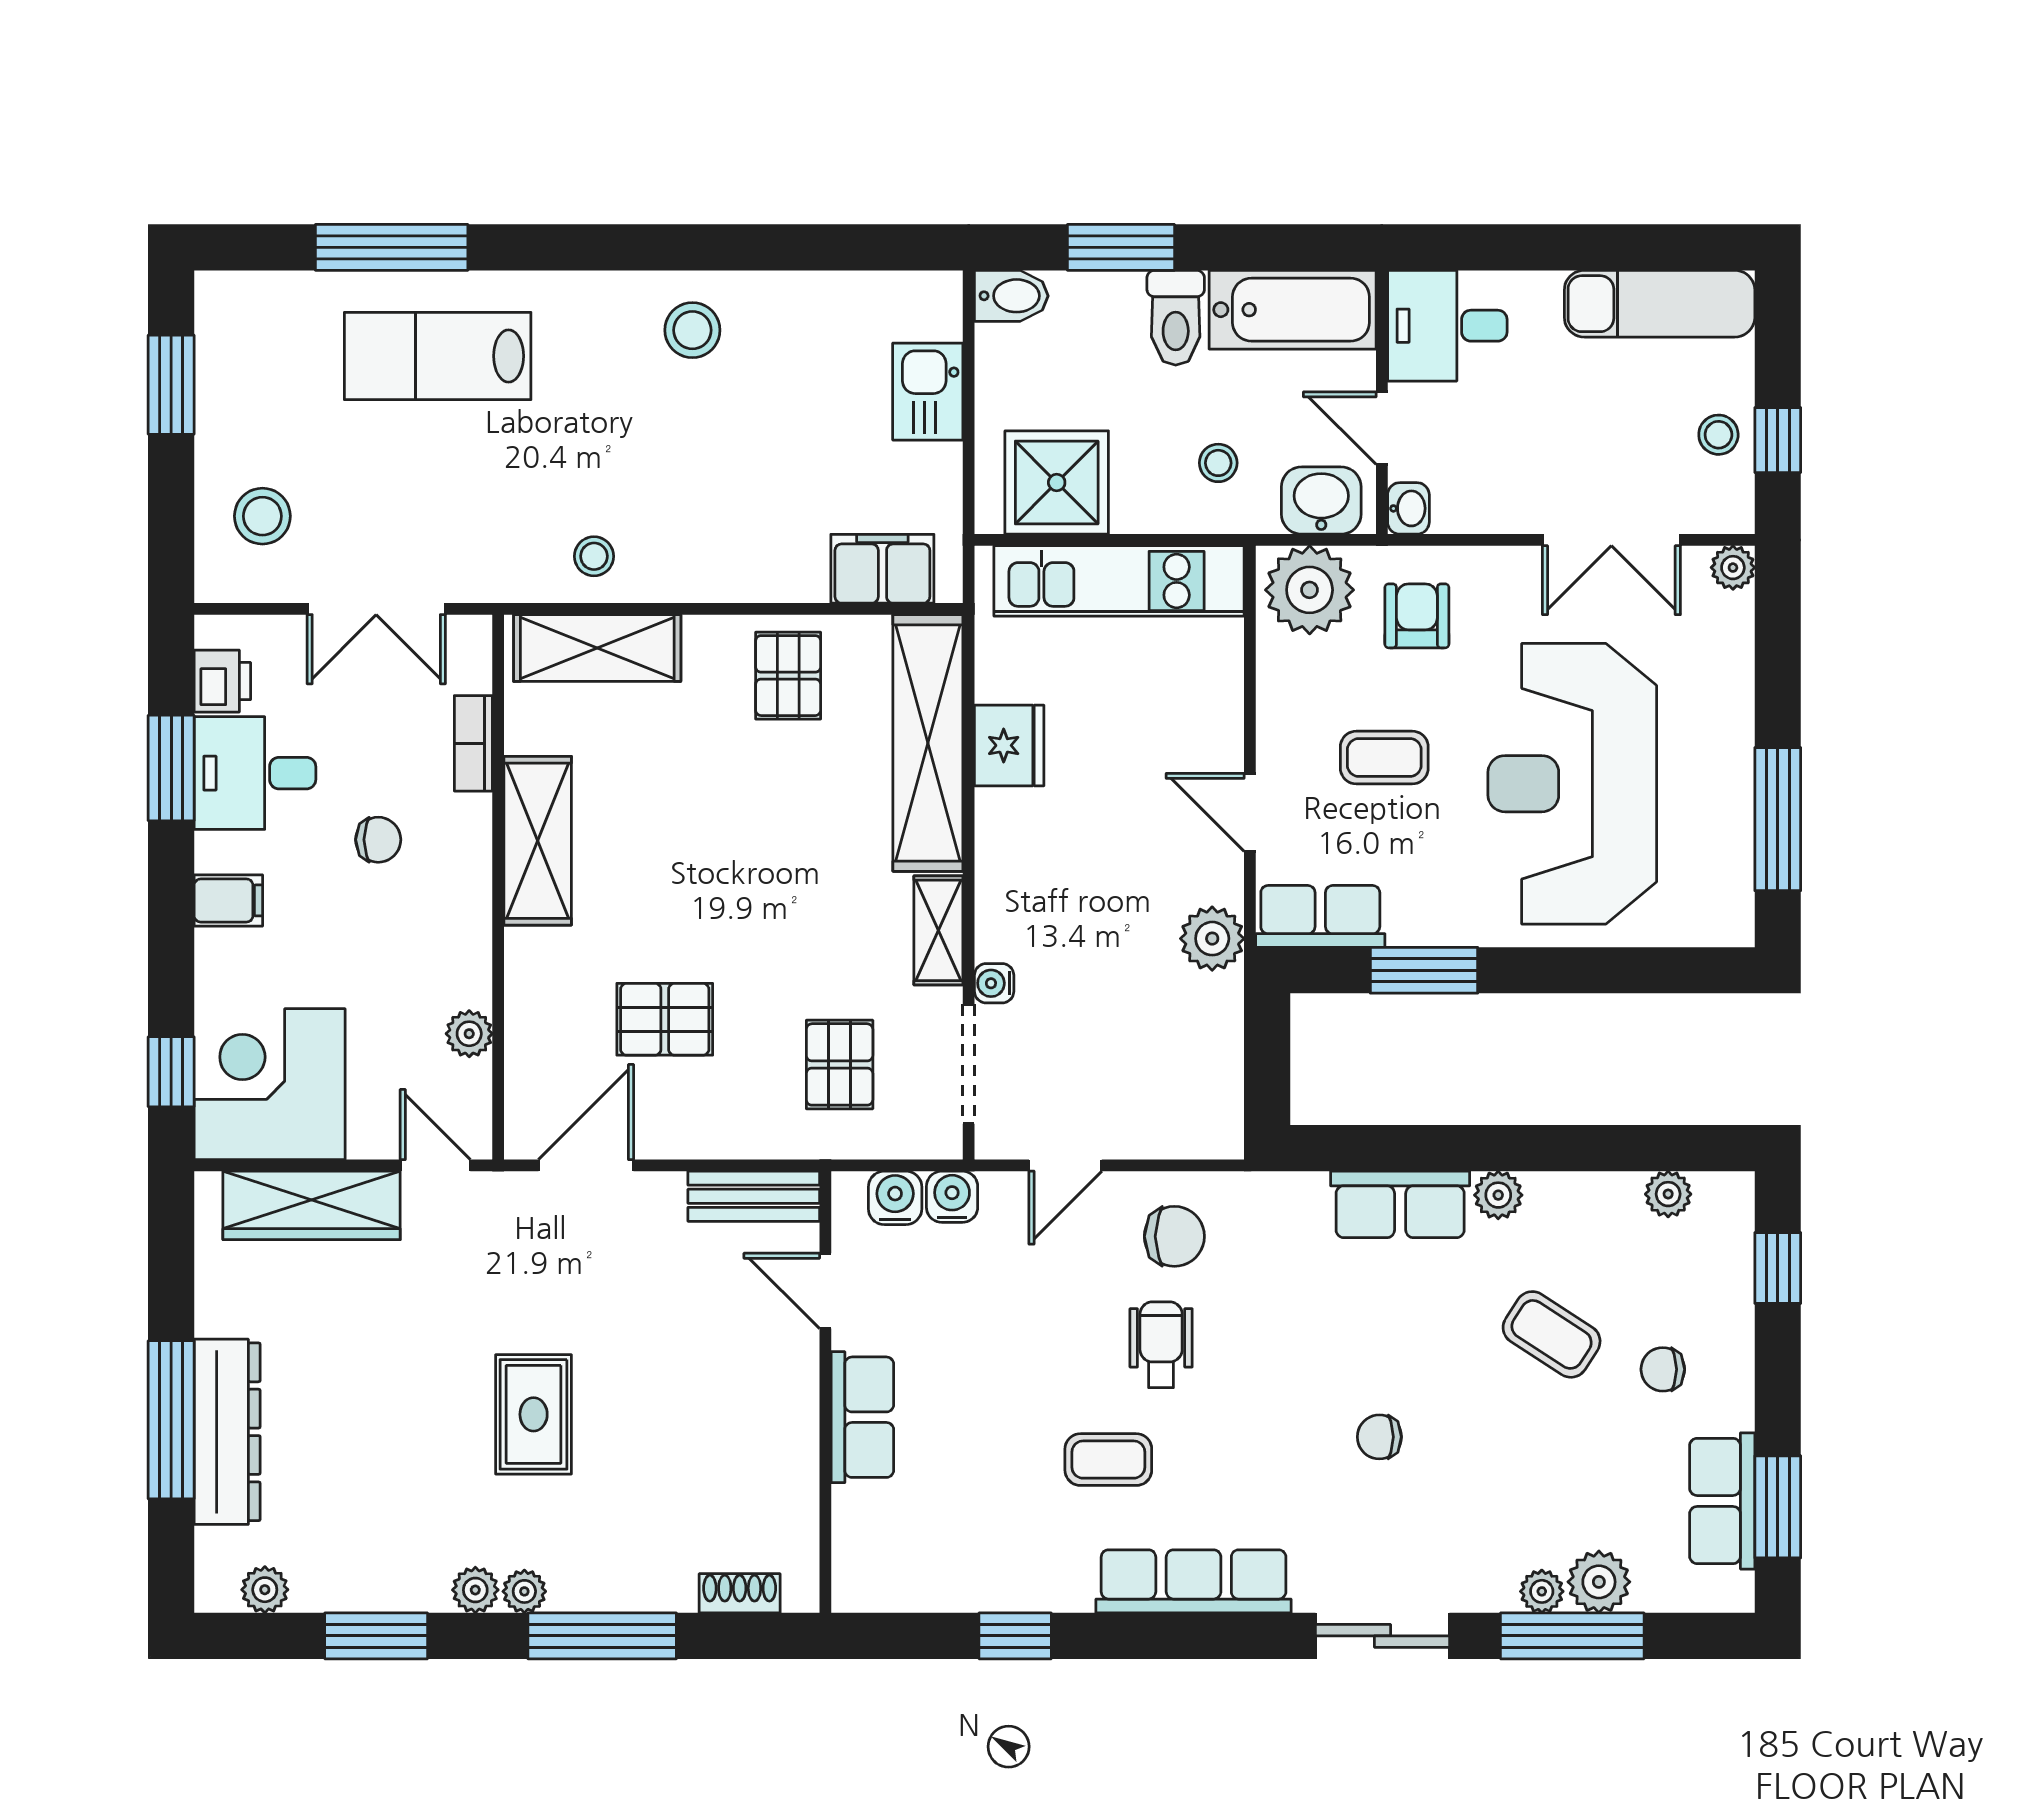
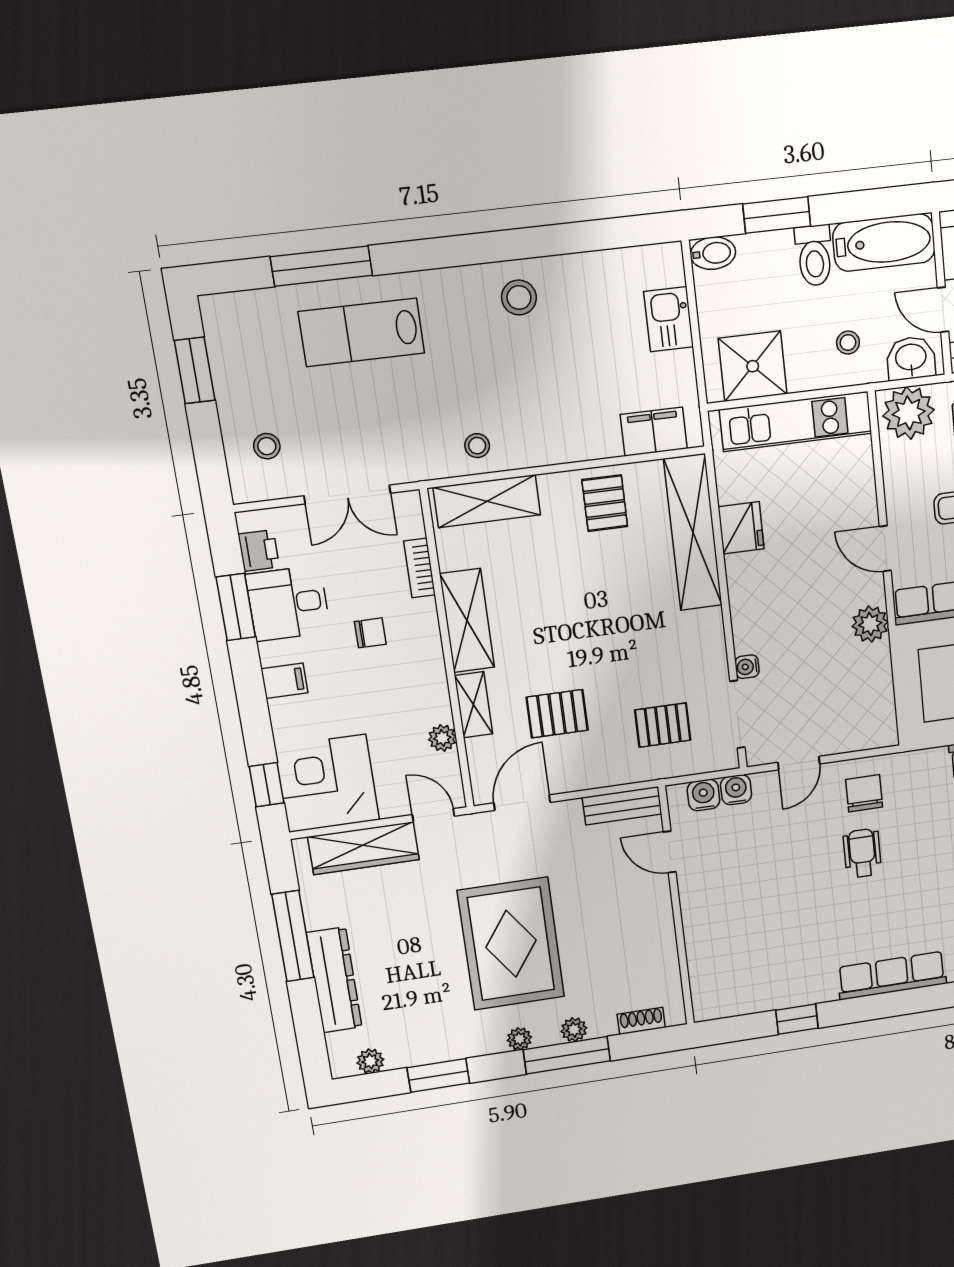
stool: (262, 516) -> (267, 446), width x0.73, depth x0.73
shelving: (938, 930) -> (474, 705), moved
pallet: (840, 1064) -> (663, 725), turned 90
chair: (1174, 1236) -> (864, 793), turned -90
rug: (534, 1414) -> (511, 944), width x1.86, depth x2.06
row of seats: (862, 1417) -> (699, 917), removed
window: (171, 1420) -> (293, 936), moved
coffee table: (1108, 1460) -> (839, 919), removed
plant: (475, 1590) -> (574, 1030), moved

